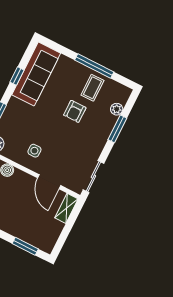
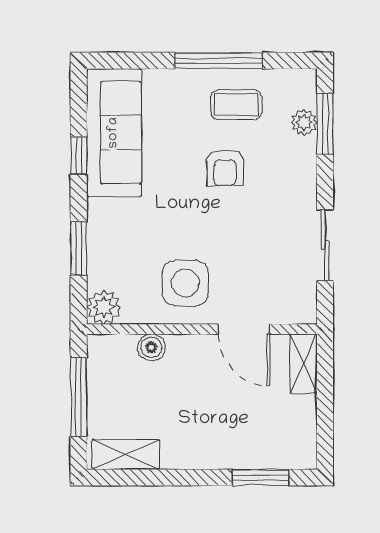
coffee table: (92, 88) -> (236, 104), turned 90
window: (117, 129) -> (325, 124), moved
side table: (34, 151) -> (185, 283), width x1.87, depth x1.87
sliding door: (93, 177) -> (325, 245), moved

